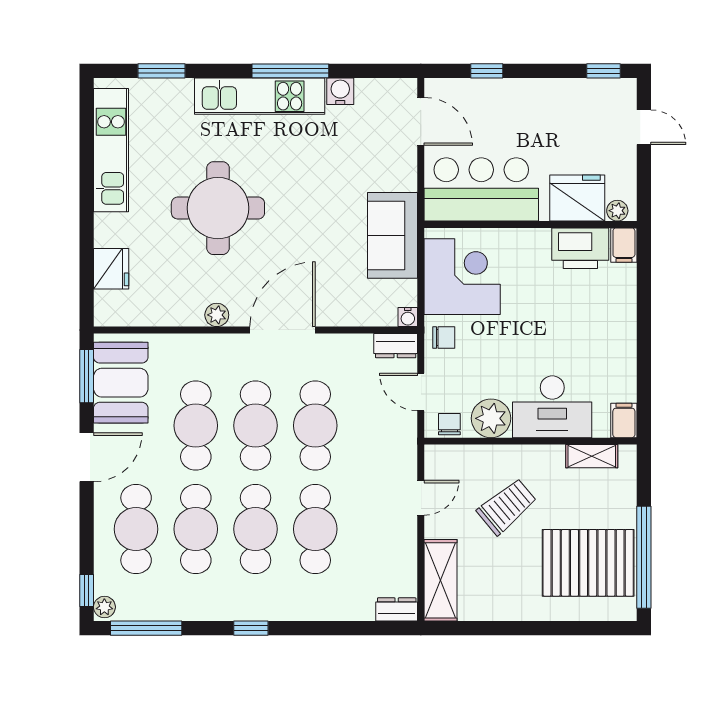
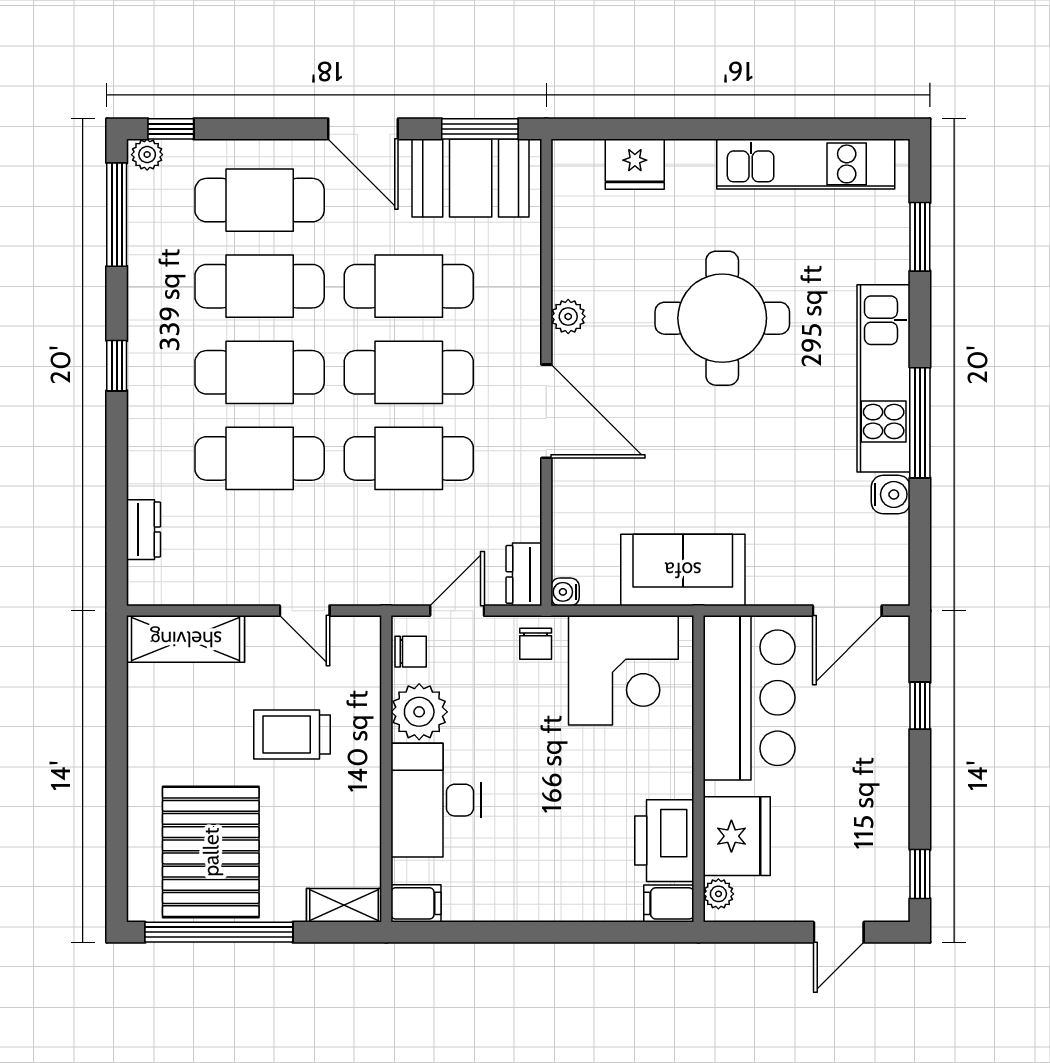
shelving: (592, 456) -> (344, 905), moved, turned 90
trolley: (507, 507) -> (292, 734), turned 130
dresser: (397, 609) -> (144, 530), moved

